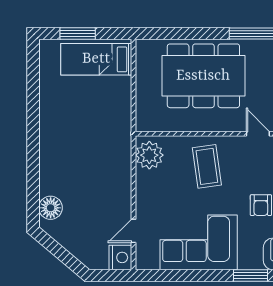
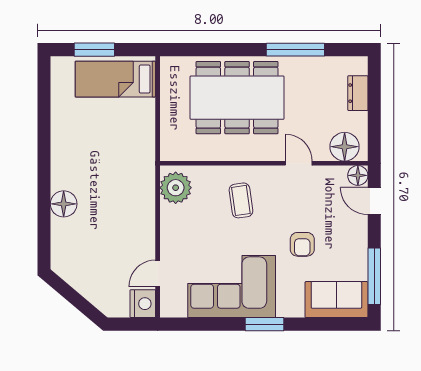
coffee table: (207, 166) -> (241, 200), width x0.73, depth x0.77
floor lamp: (51, 208) -> (64, 204), moved
window: (251, 276) -> (265, 324), moved

